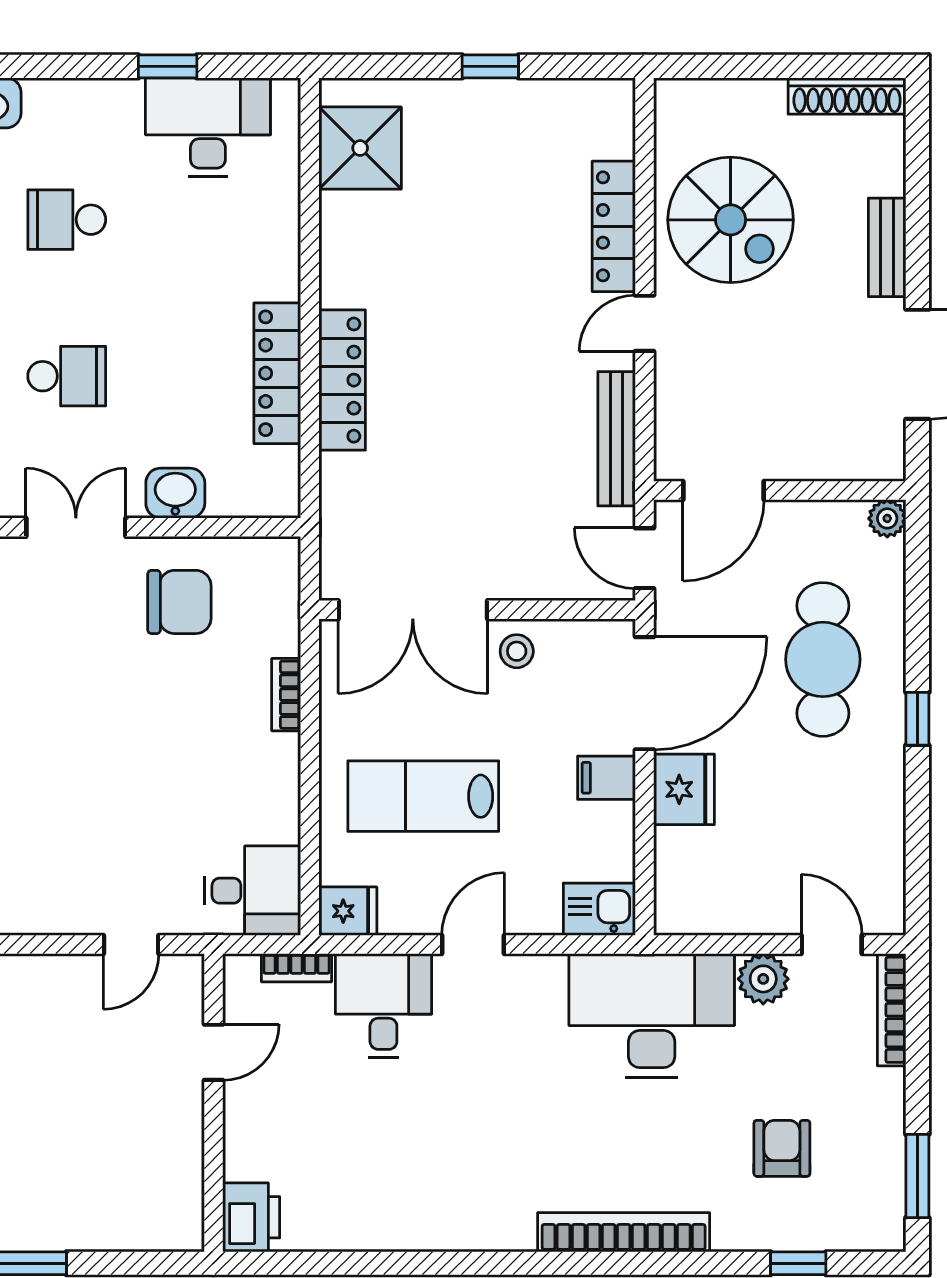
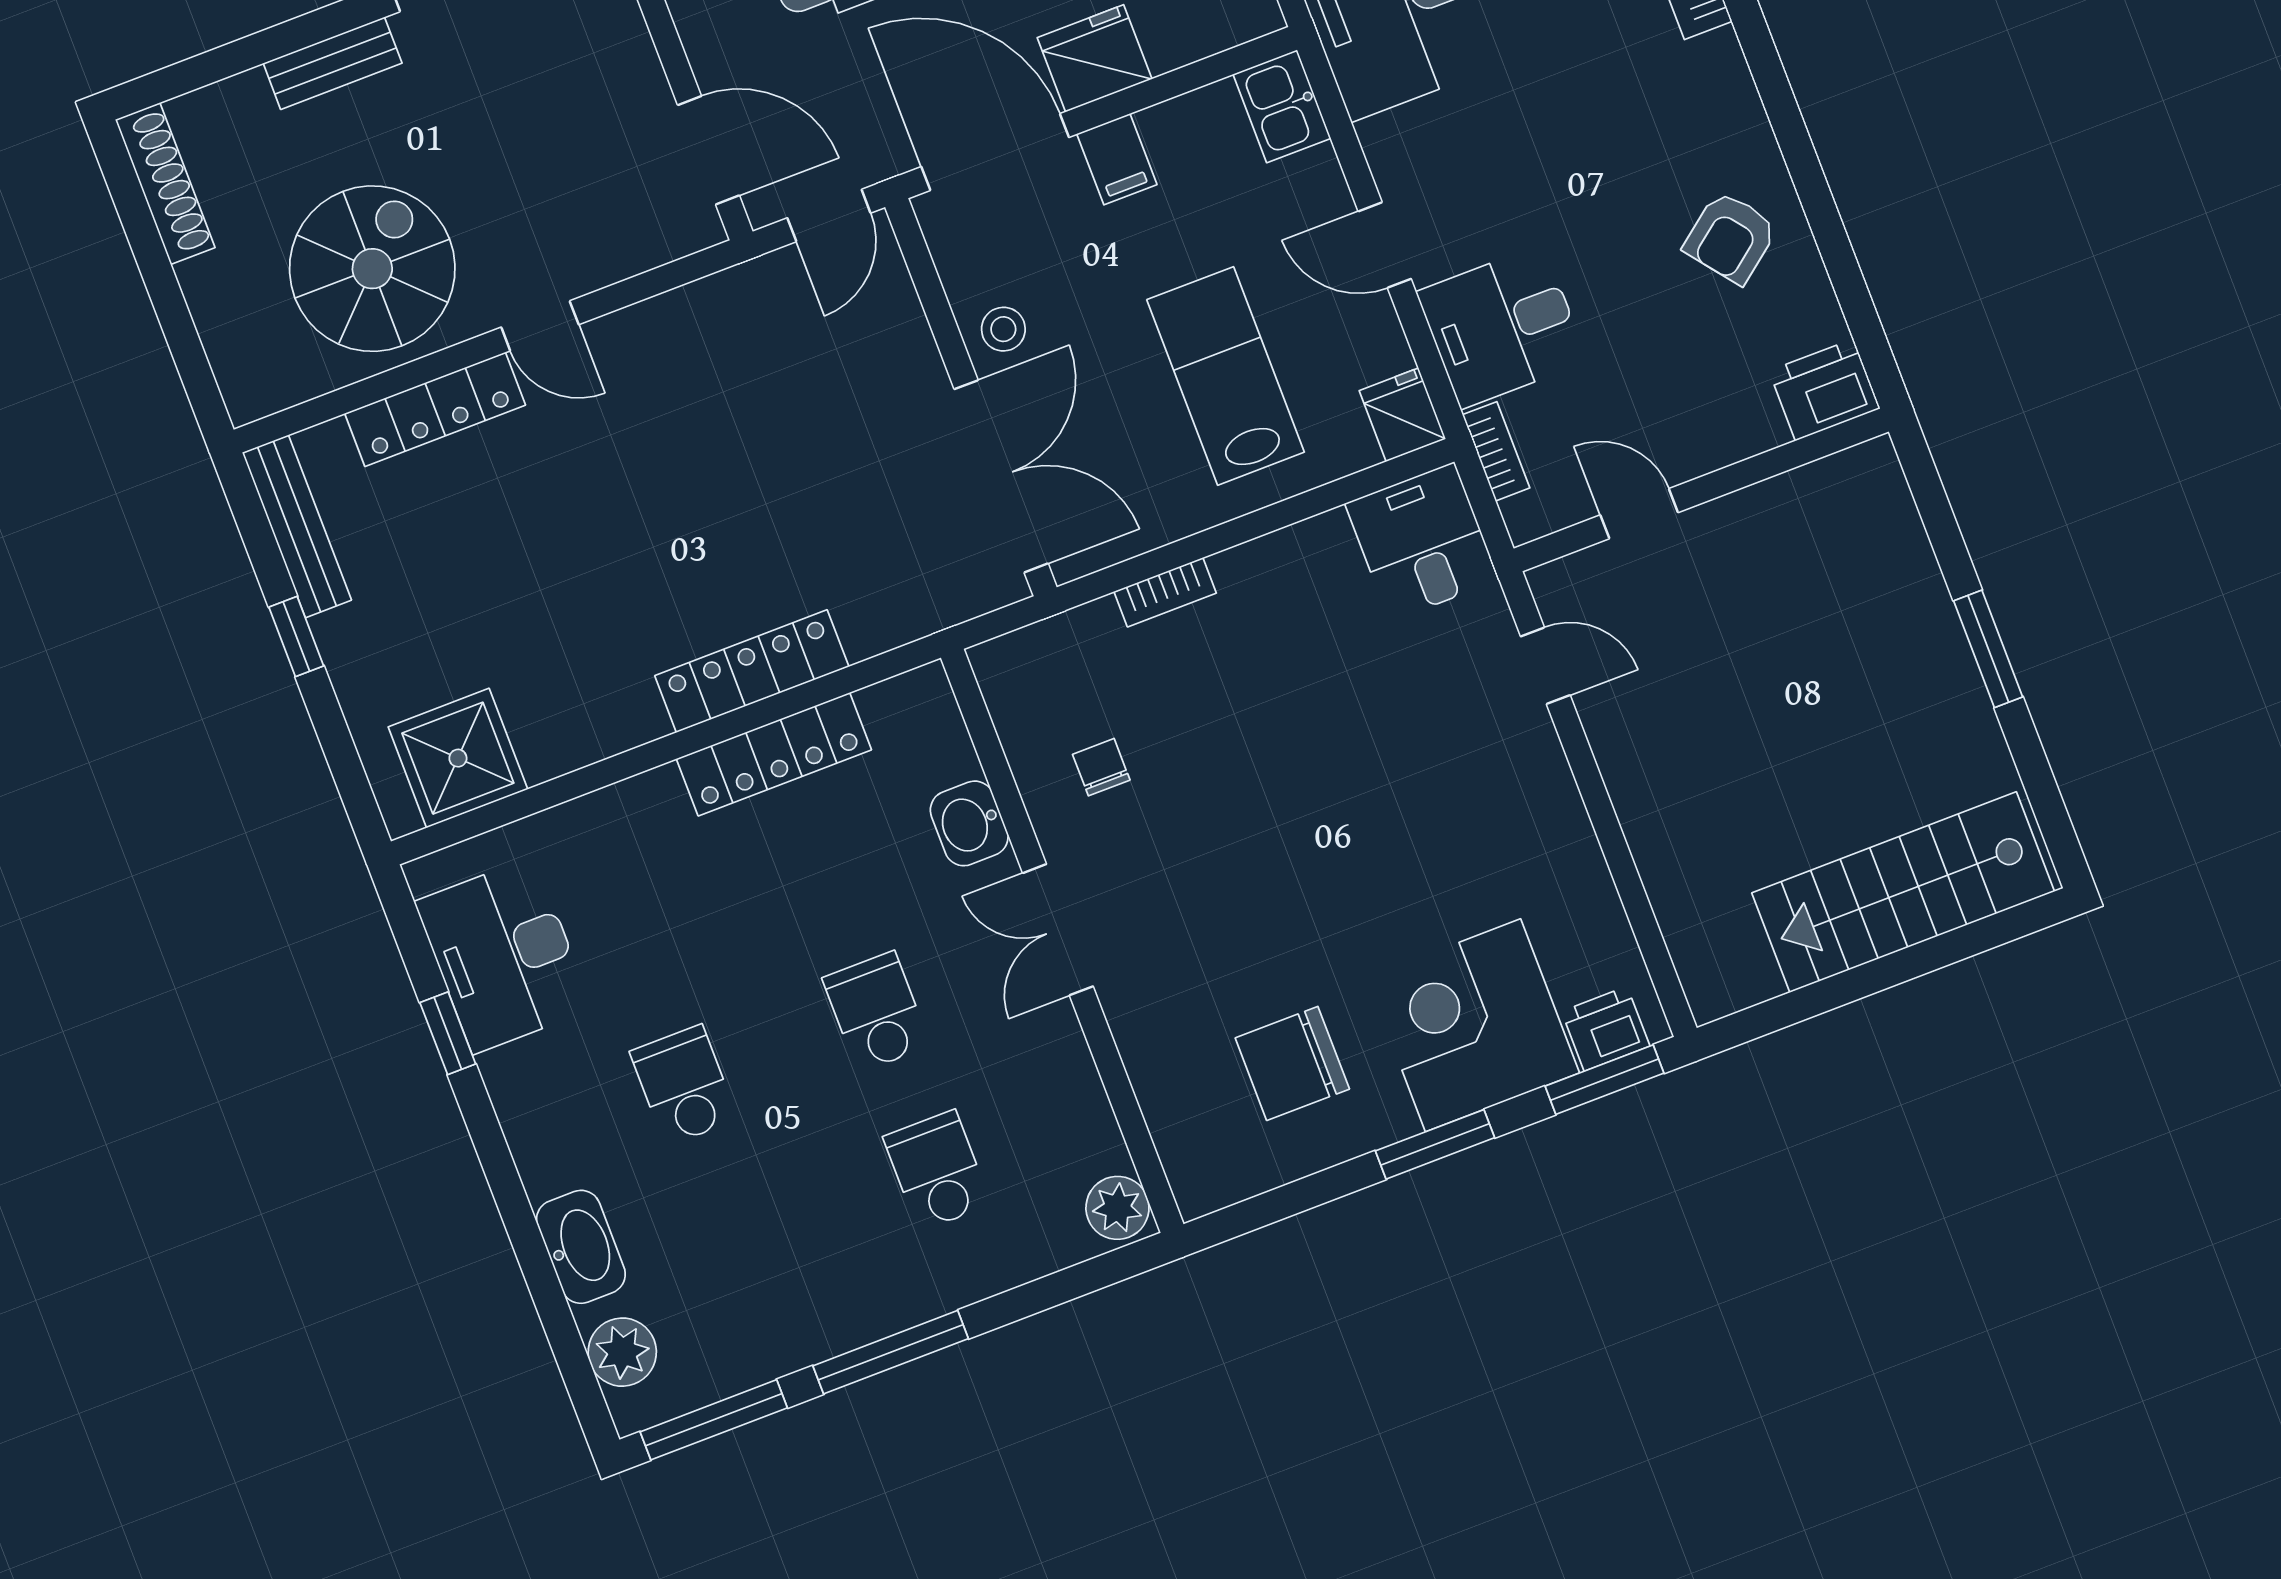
school desk: (67, 220) -> (684, 1085), turned 180
bench: (617, 439) -> (297, 526), moved, turned 90
chair: (179, 602) -> (1101, 767), width x0.54, depth x0.54
lab bench: (423, 796) -> (1226, 376), turned 180
armchair: (385, 1192) -> (1730, 237), added

